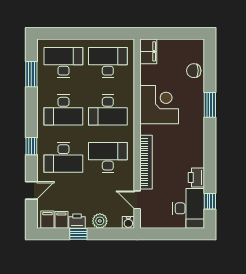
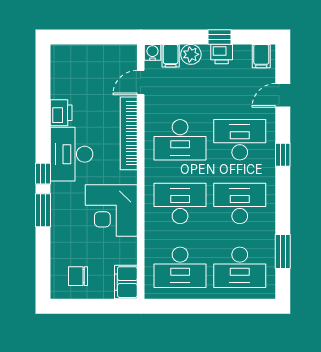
chair: (194, 71) -> (78, 276), moved, turned 180
door: (137, 200) -> (141, 83), swing flipped
window: (210, 201) -> (43, 174), moved
desk: (189, 208) -> (71, 154), moved
filing cabinet: (61, 220) -> (171, 56), moved

